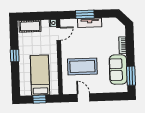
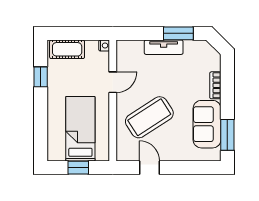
window: (85, 14) -> (178, 33), moved
door: (59, 34) -> (113, 82), moved
window: (15, 56) -> (41, 77), moved
coffee table: (82, 66) -> (149, 117), turned -33

